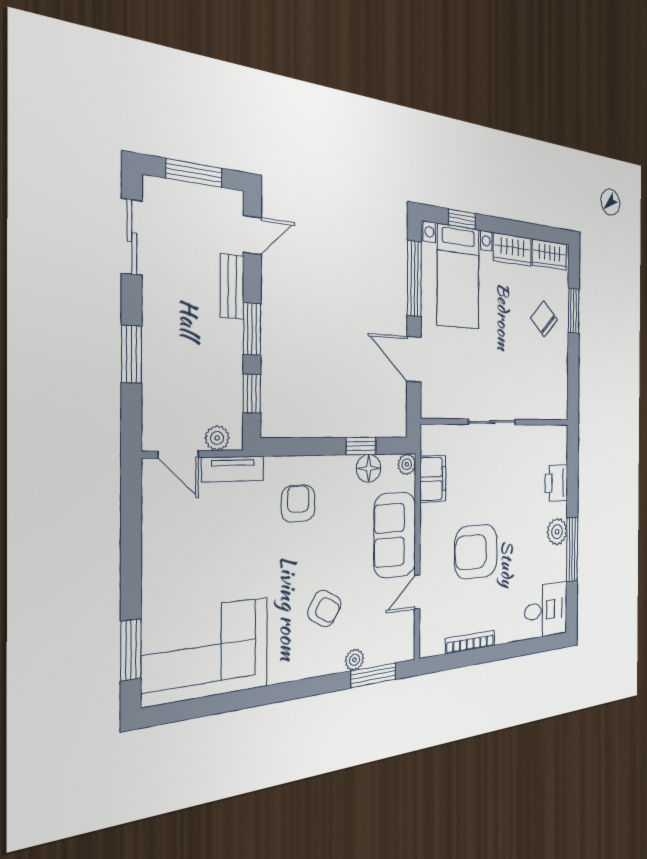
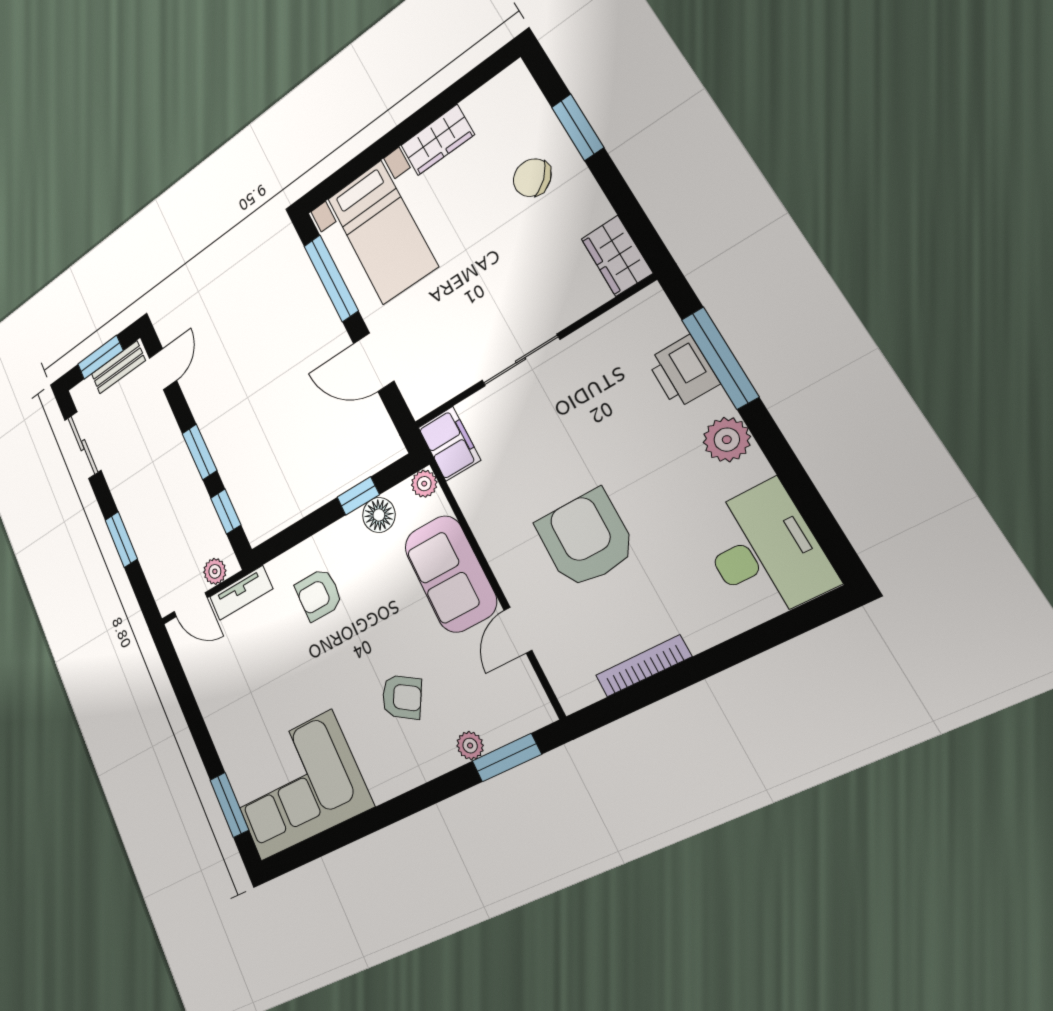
window: (462, 219) -> (354, 169), removed
wardrobe: (549, 255) -> (617, 256), moved, turned 90
bench: (232, 287) -> (118, 367), moved, turned 90
filing cabinet: (433, 479) -> (449, 444), moved
armchair: (298, 503) -> (319, 595), turned -90
window: (572, 549) -> (720, 358), moved
armchair: (476, 552) -> (586, 539), turned 90
desk: (546, 610) -> (764, 551), width x1.37

